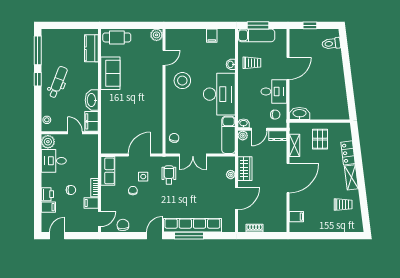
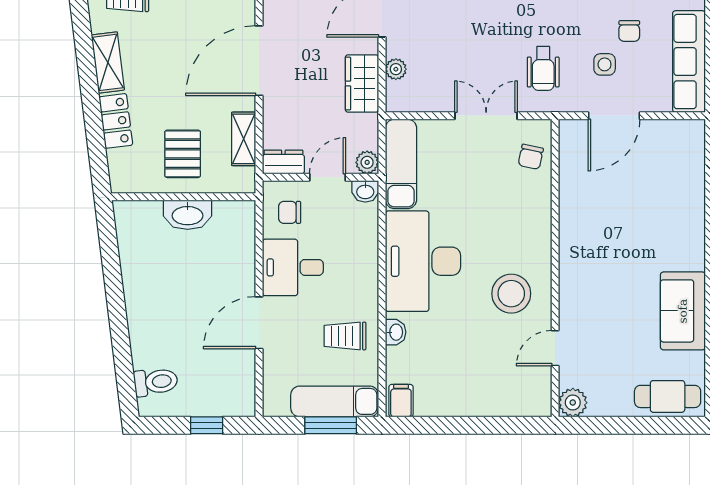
filing cabinet: (212, 36) -> (401, 401), moved
washbasin: (299, 114) -> (188, 215), moved
row of seats: (108, 171) -> (689, 62), width x1.48

